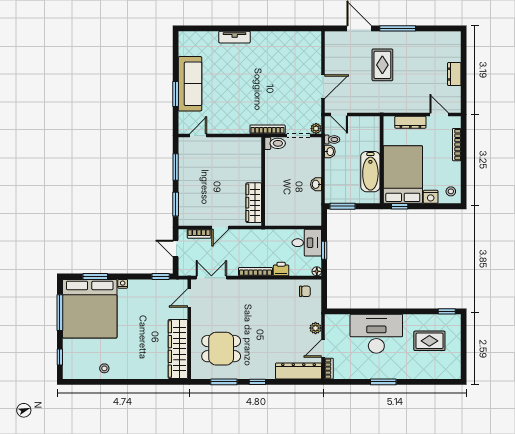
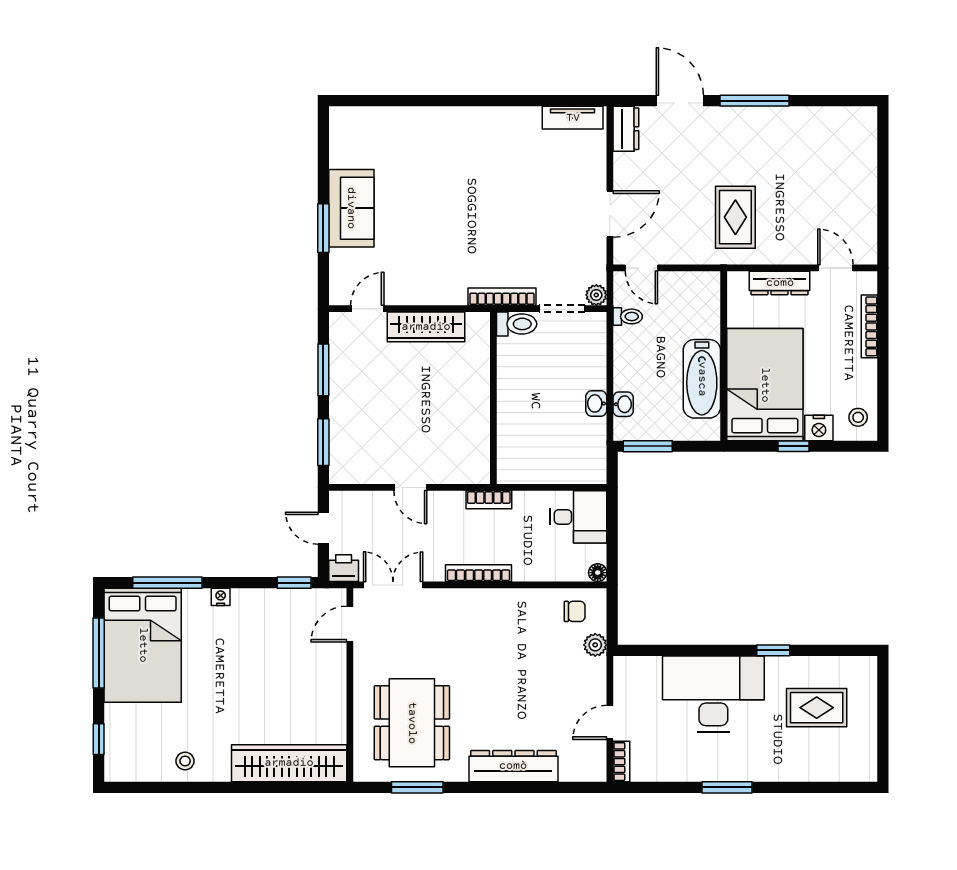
tv unit: (235, 37) -> (573, 118), moved
rug: (382, 65) -> (735, 217), moved
dresser: (454, 74) -> (626, 129), moved, turned 180
sofa: (190, 84) -> (351, 208), width x0.73
washbasin: (330, 152) -> (623, 404), moved
wardrobe: (254, 203) -> (426, 327), moved, turned -90
window: (400, 206) -> (794, 446), moved
door: (220, 227) -> (410, 487), hinge flipped
bookcase: (199, 234) -> (489, 500), moved
window: (324, 250) -> (612, 532), removed
printer: (281, 269) -> (344, 568), moved
window: (95, 277) -> (167, 583), width x1.44
bed: (90, 309) -> (143, 645), width x0.73
window: (447, 311) -> (773, 650), moved
plant: (315, 328) -> (595, 645), moved
wardrobe: (178, 349) -> (289, 763), moved, turned 90
dining table: (221, 349) -> (412, 723), width x1.38
dresser: (299, 371) -> (513, 766), moved
window: (257, 382) -> (482, 787), removed

